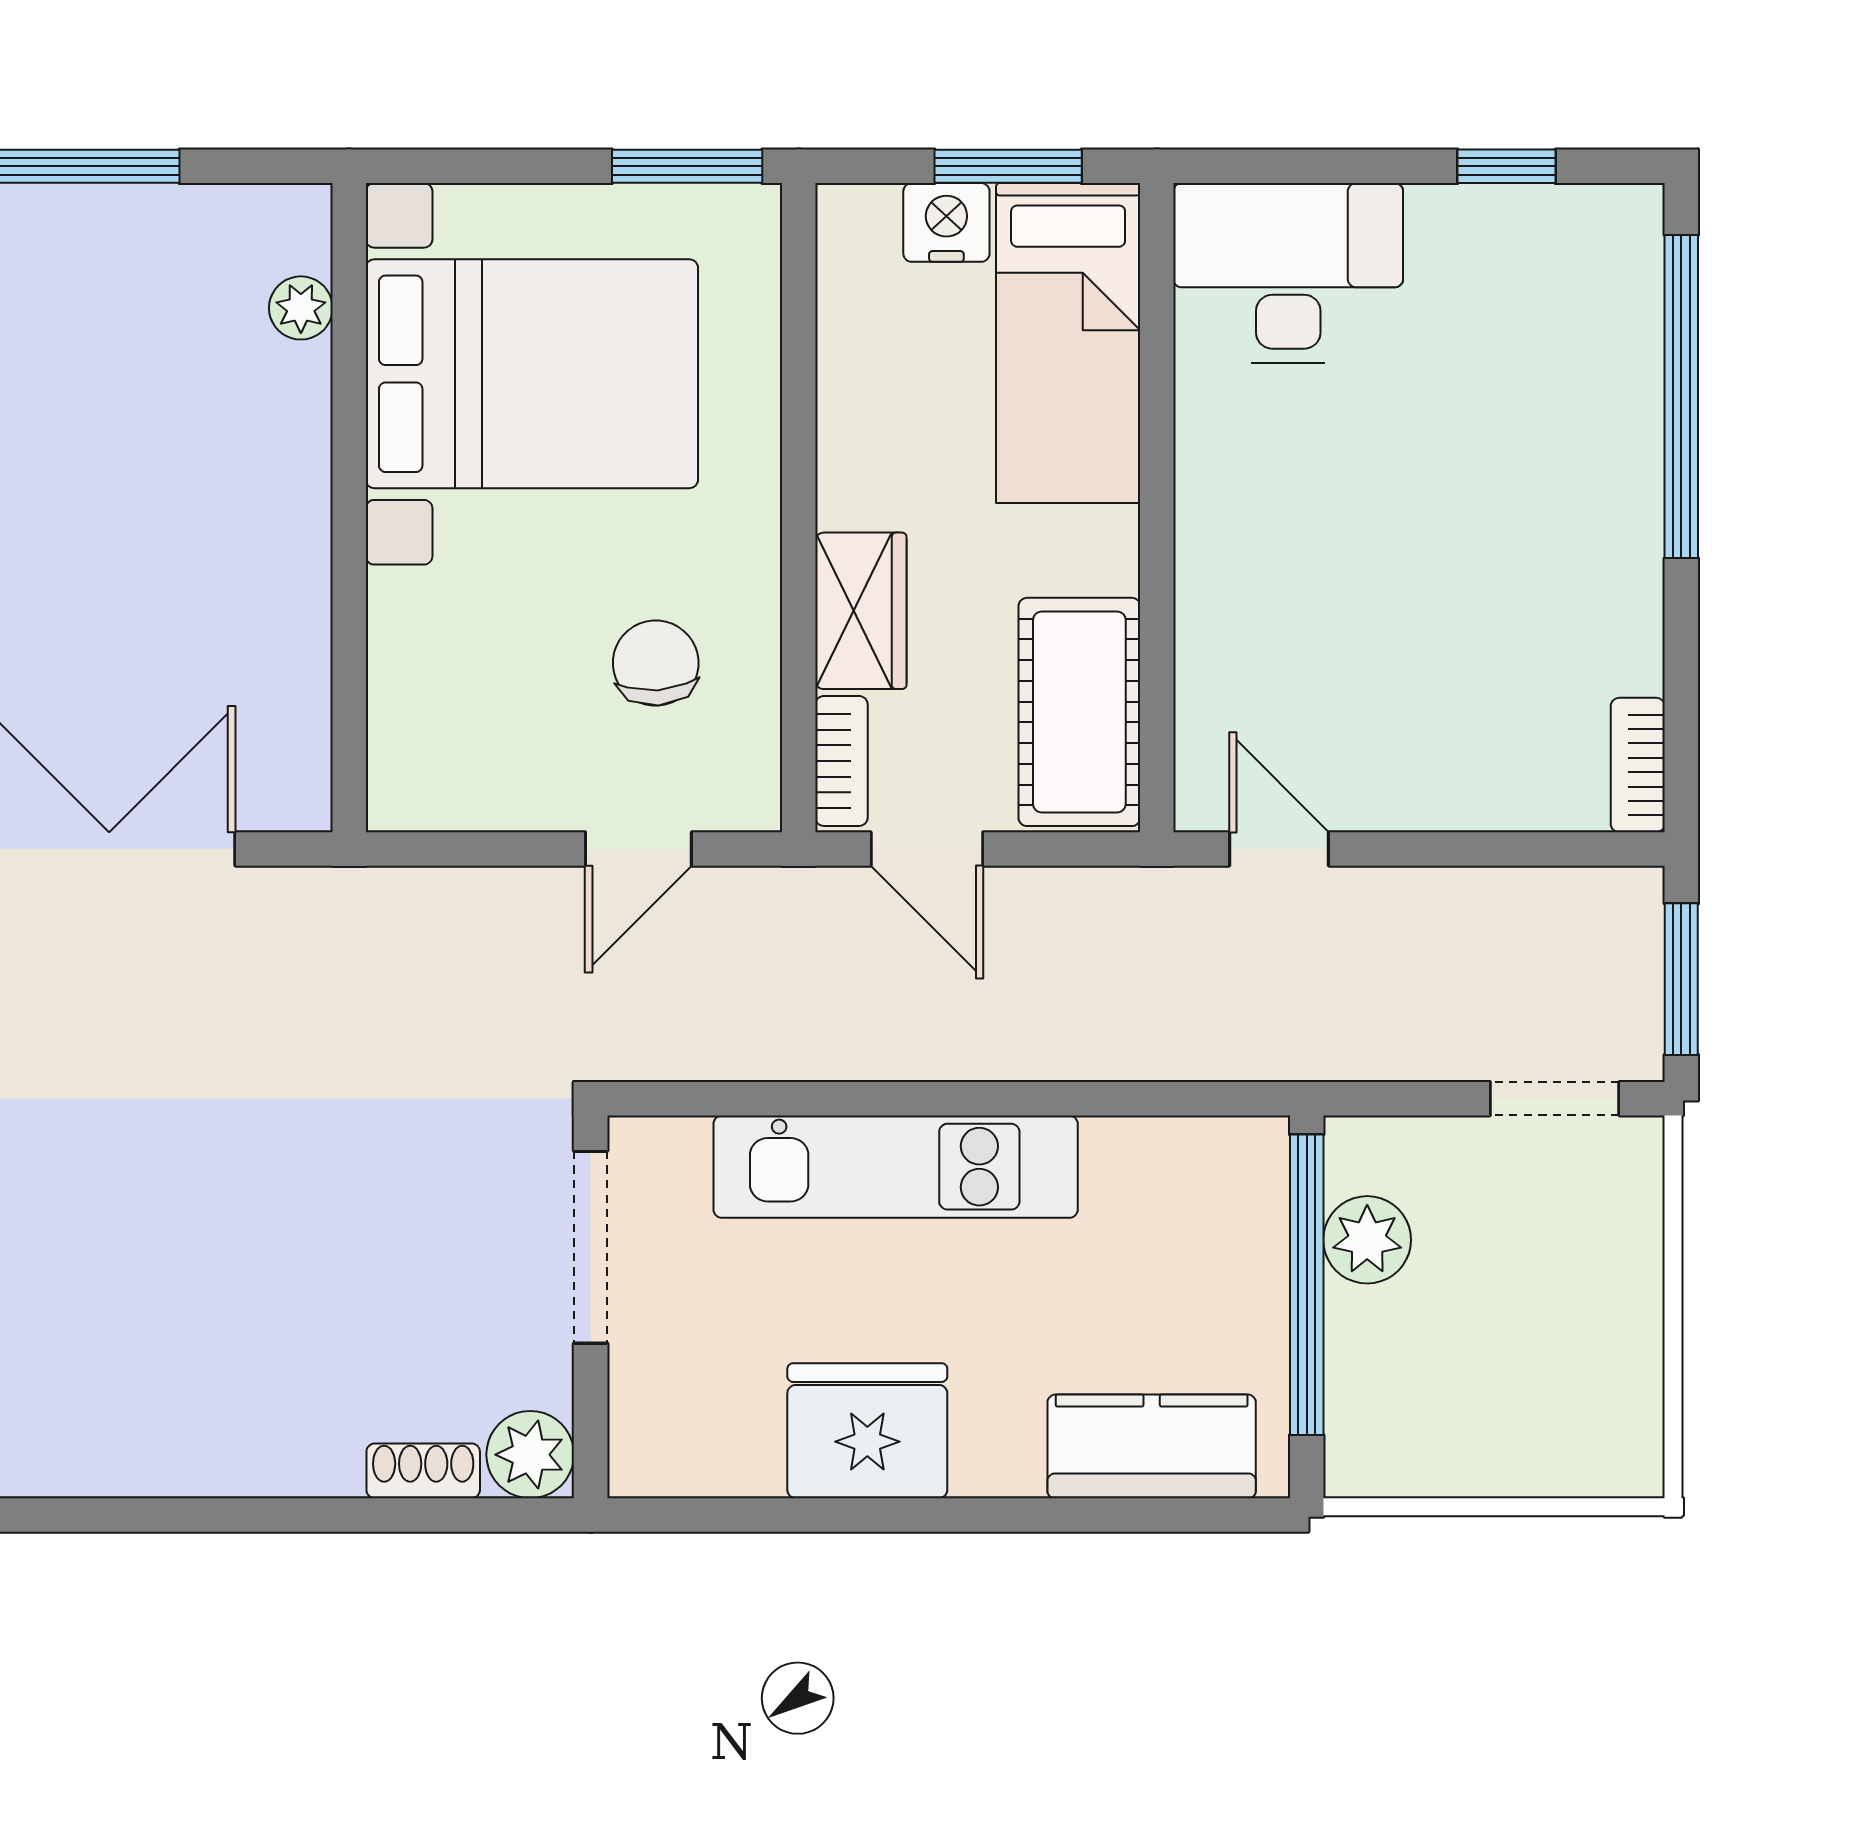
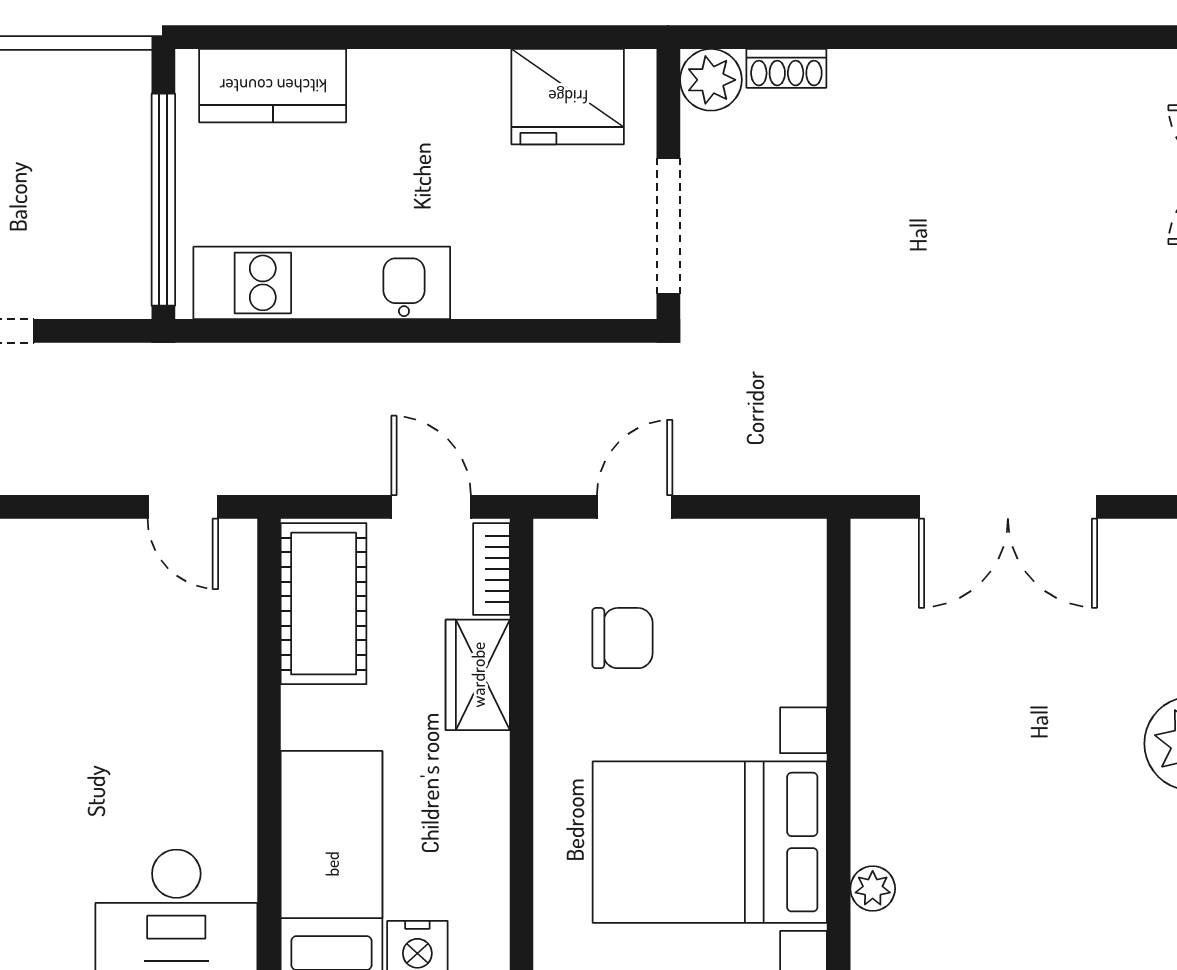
chair: (656, 663) -> (622, 638), turned -86
kitchen unit: (896, 1167) -> (322, 283), moved
plant: (1367, 1240) -> (121, 231), removed
fridge: (867, 1431) -> (568, 97), moved

